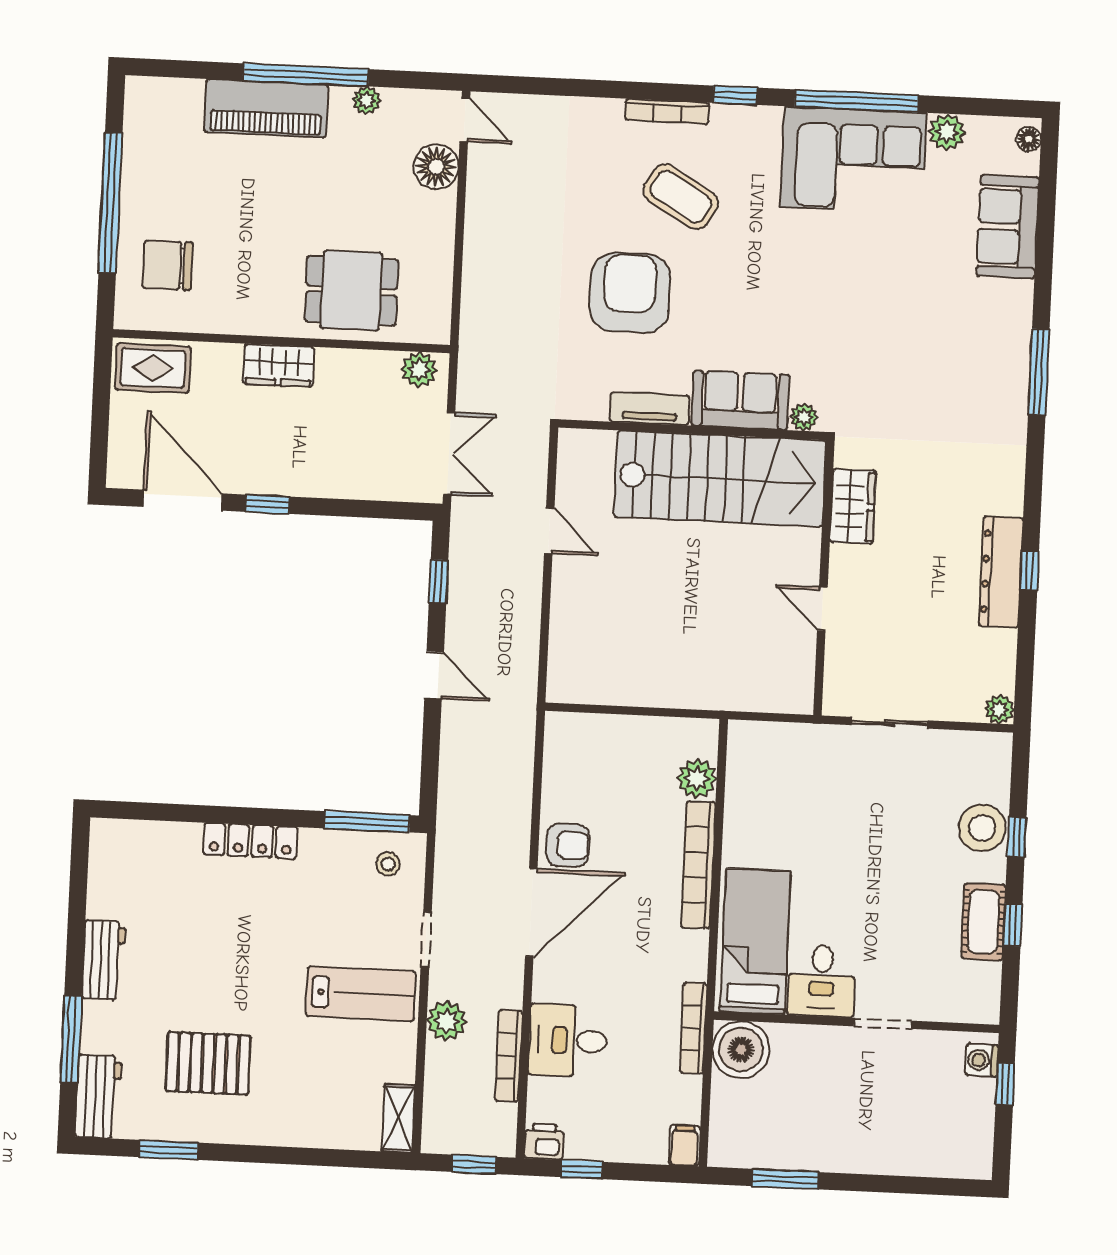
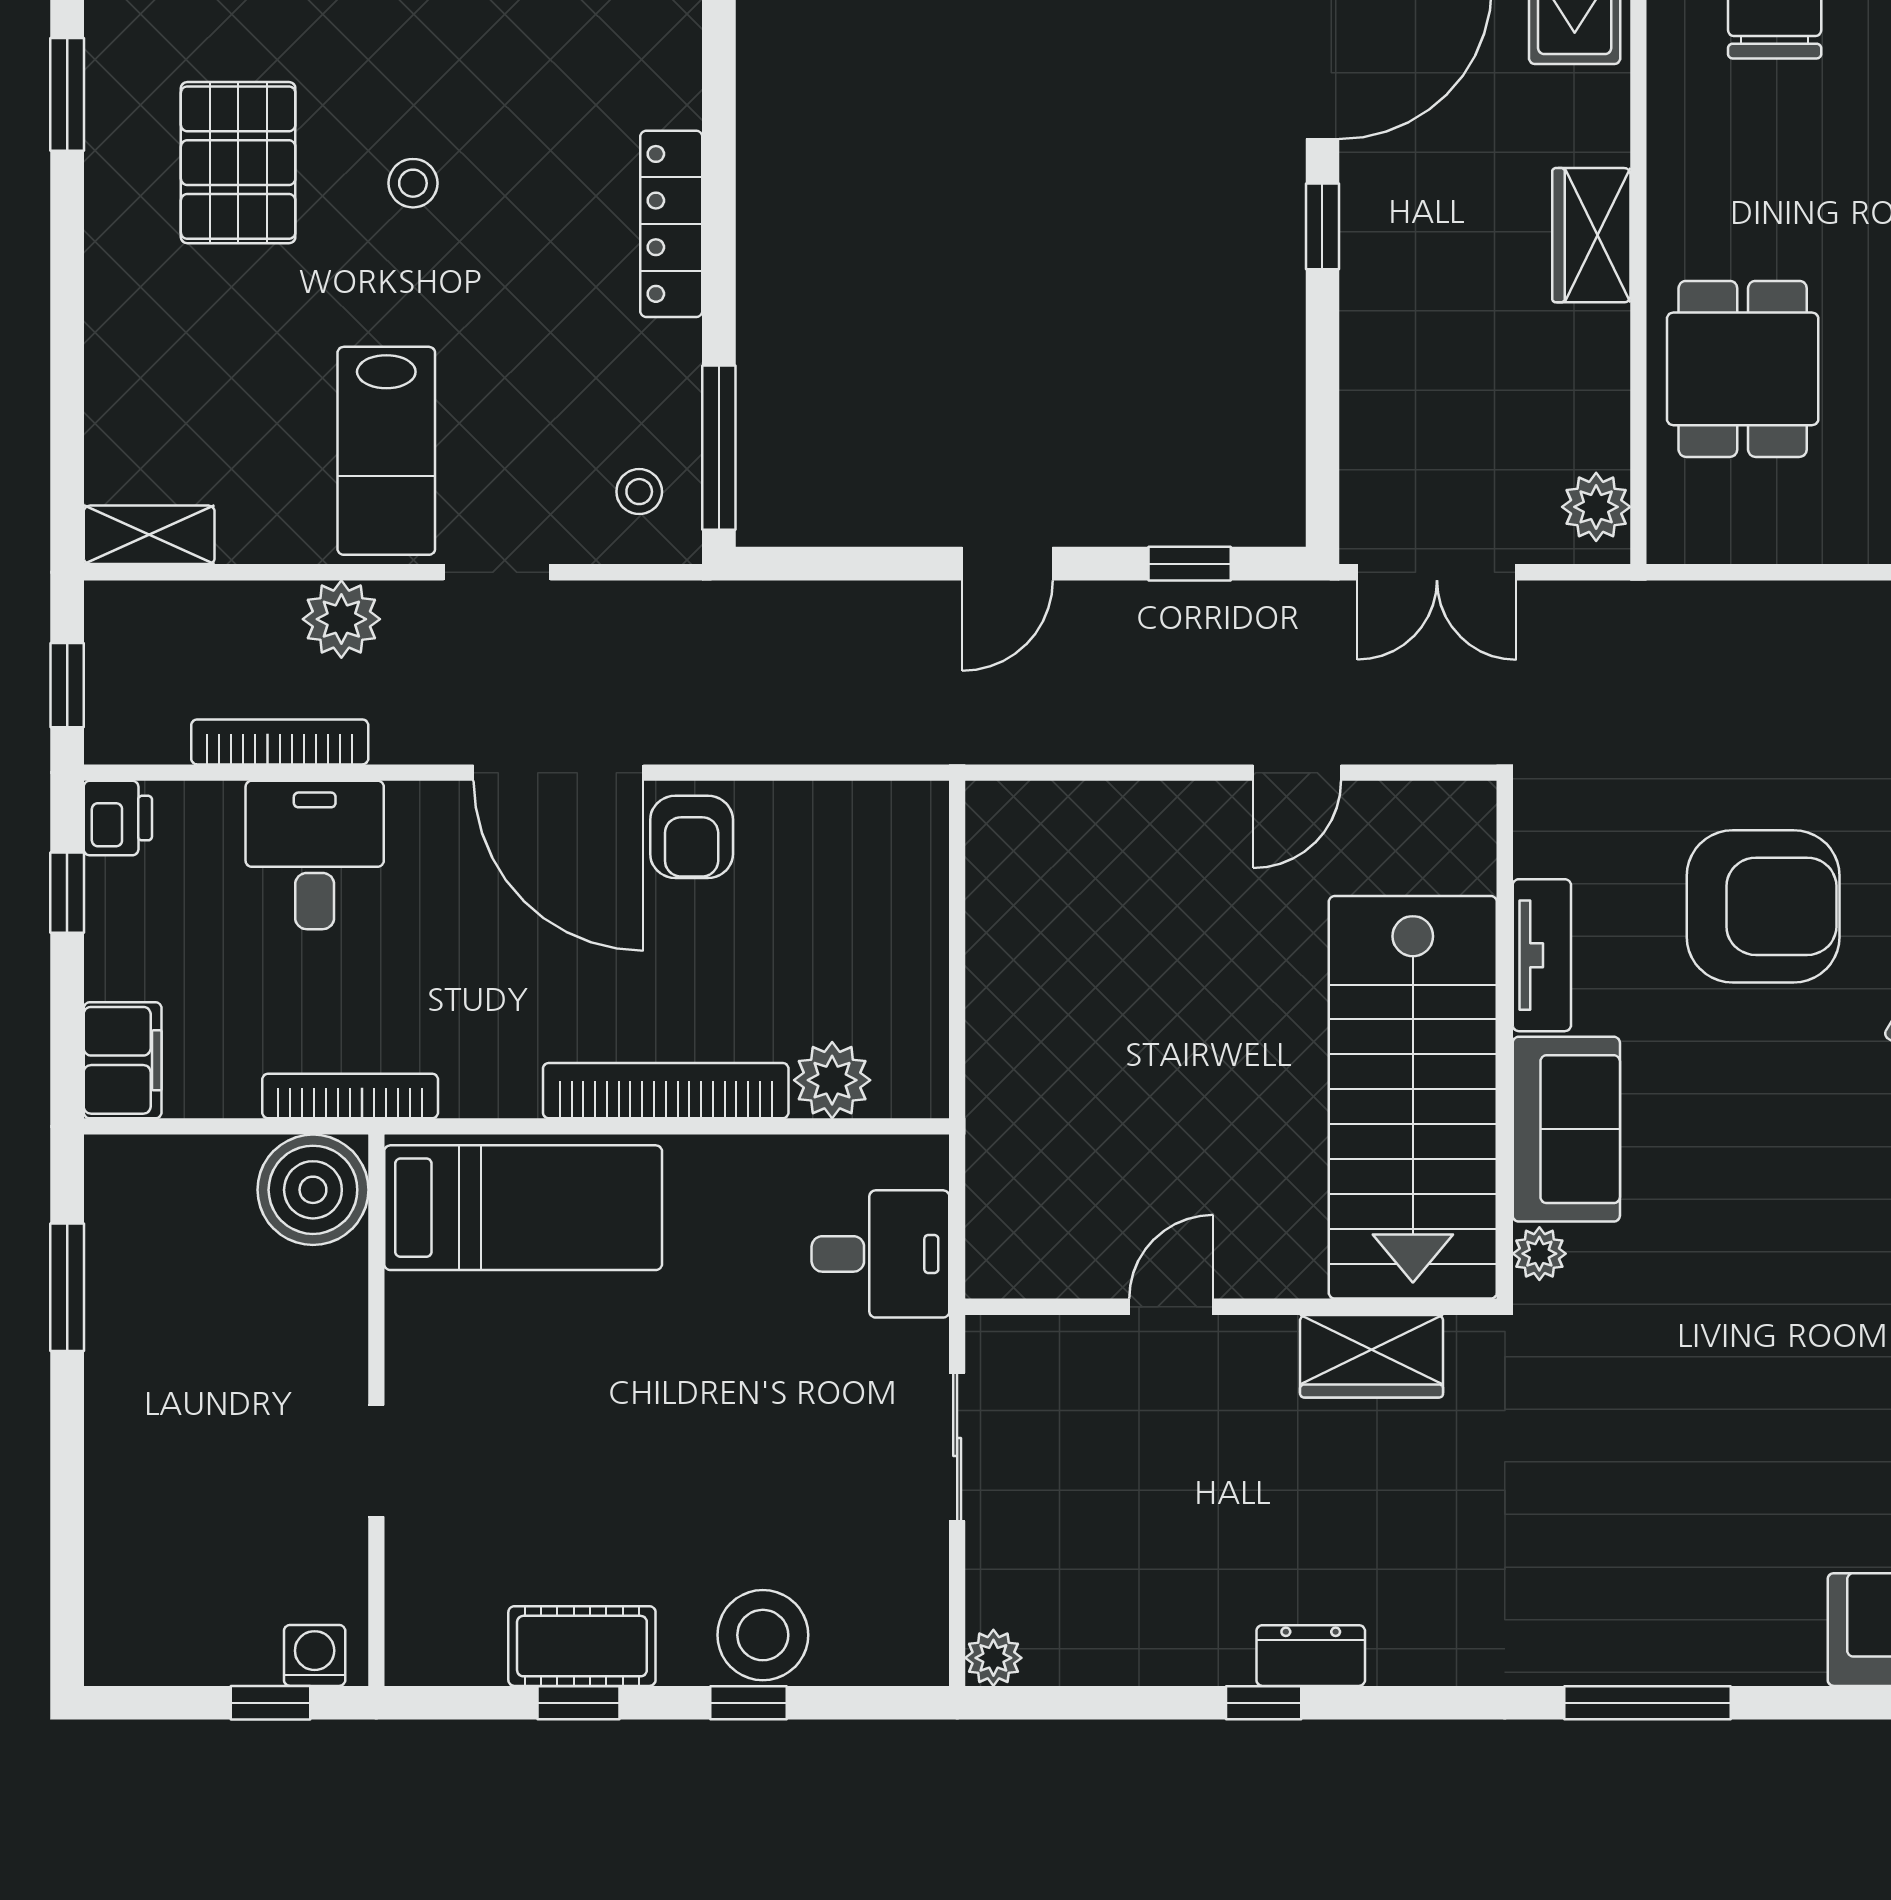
dresser: (1001, 572) -> (1311, 1656), width x0.51, depth x0.80
stool: (223, 973) -> (413, 183), added
desk: (822, 981) -> (880, 1254), moved, turned 180
filing cabinet: (684, 1146) -> (123, 1060), width x2.00

